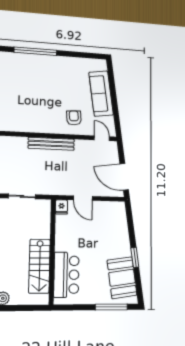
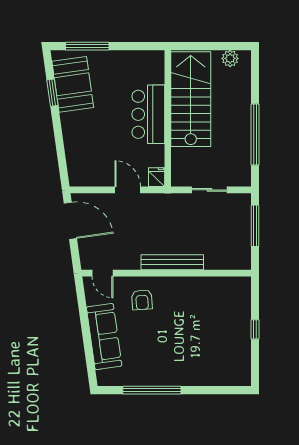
window: (35, 51) -> (152, 390), moved
window: (135, 257) -> (52, 93), moved
stairs: (39, 266) -> (191, 99), width x1.36, depth x1.51
bar counter: (66, 275) -> (148, 114), moved

